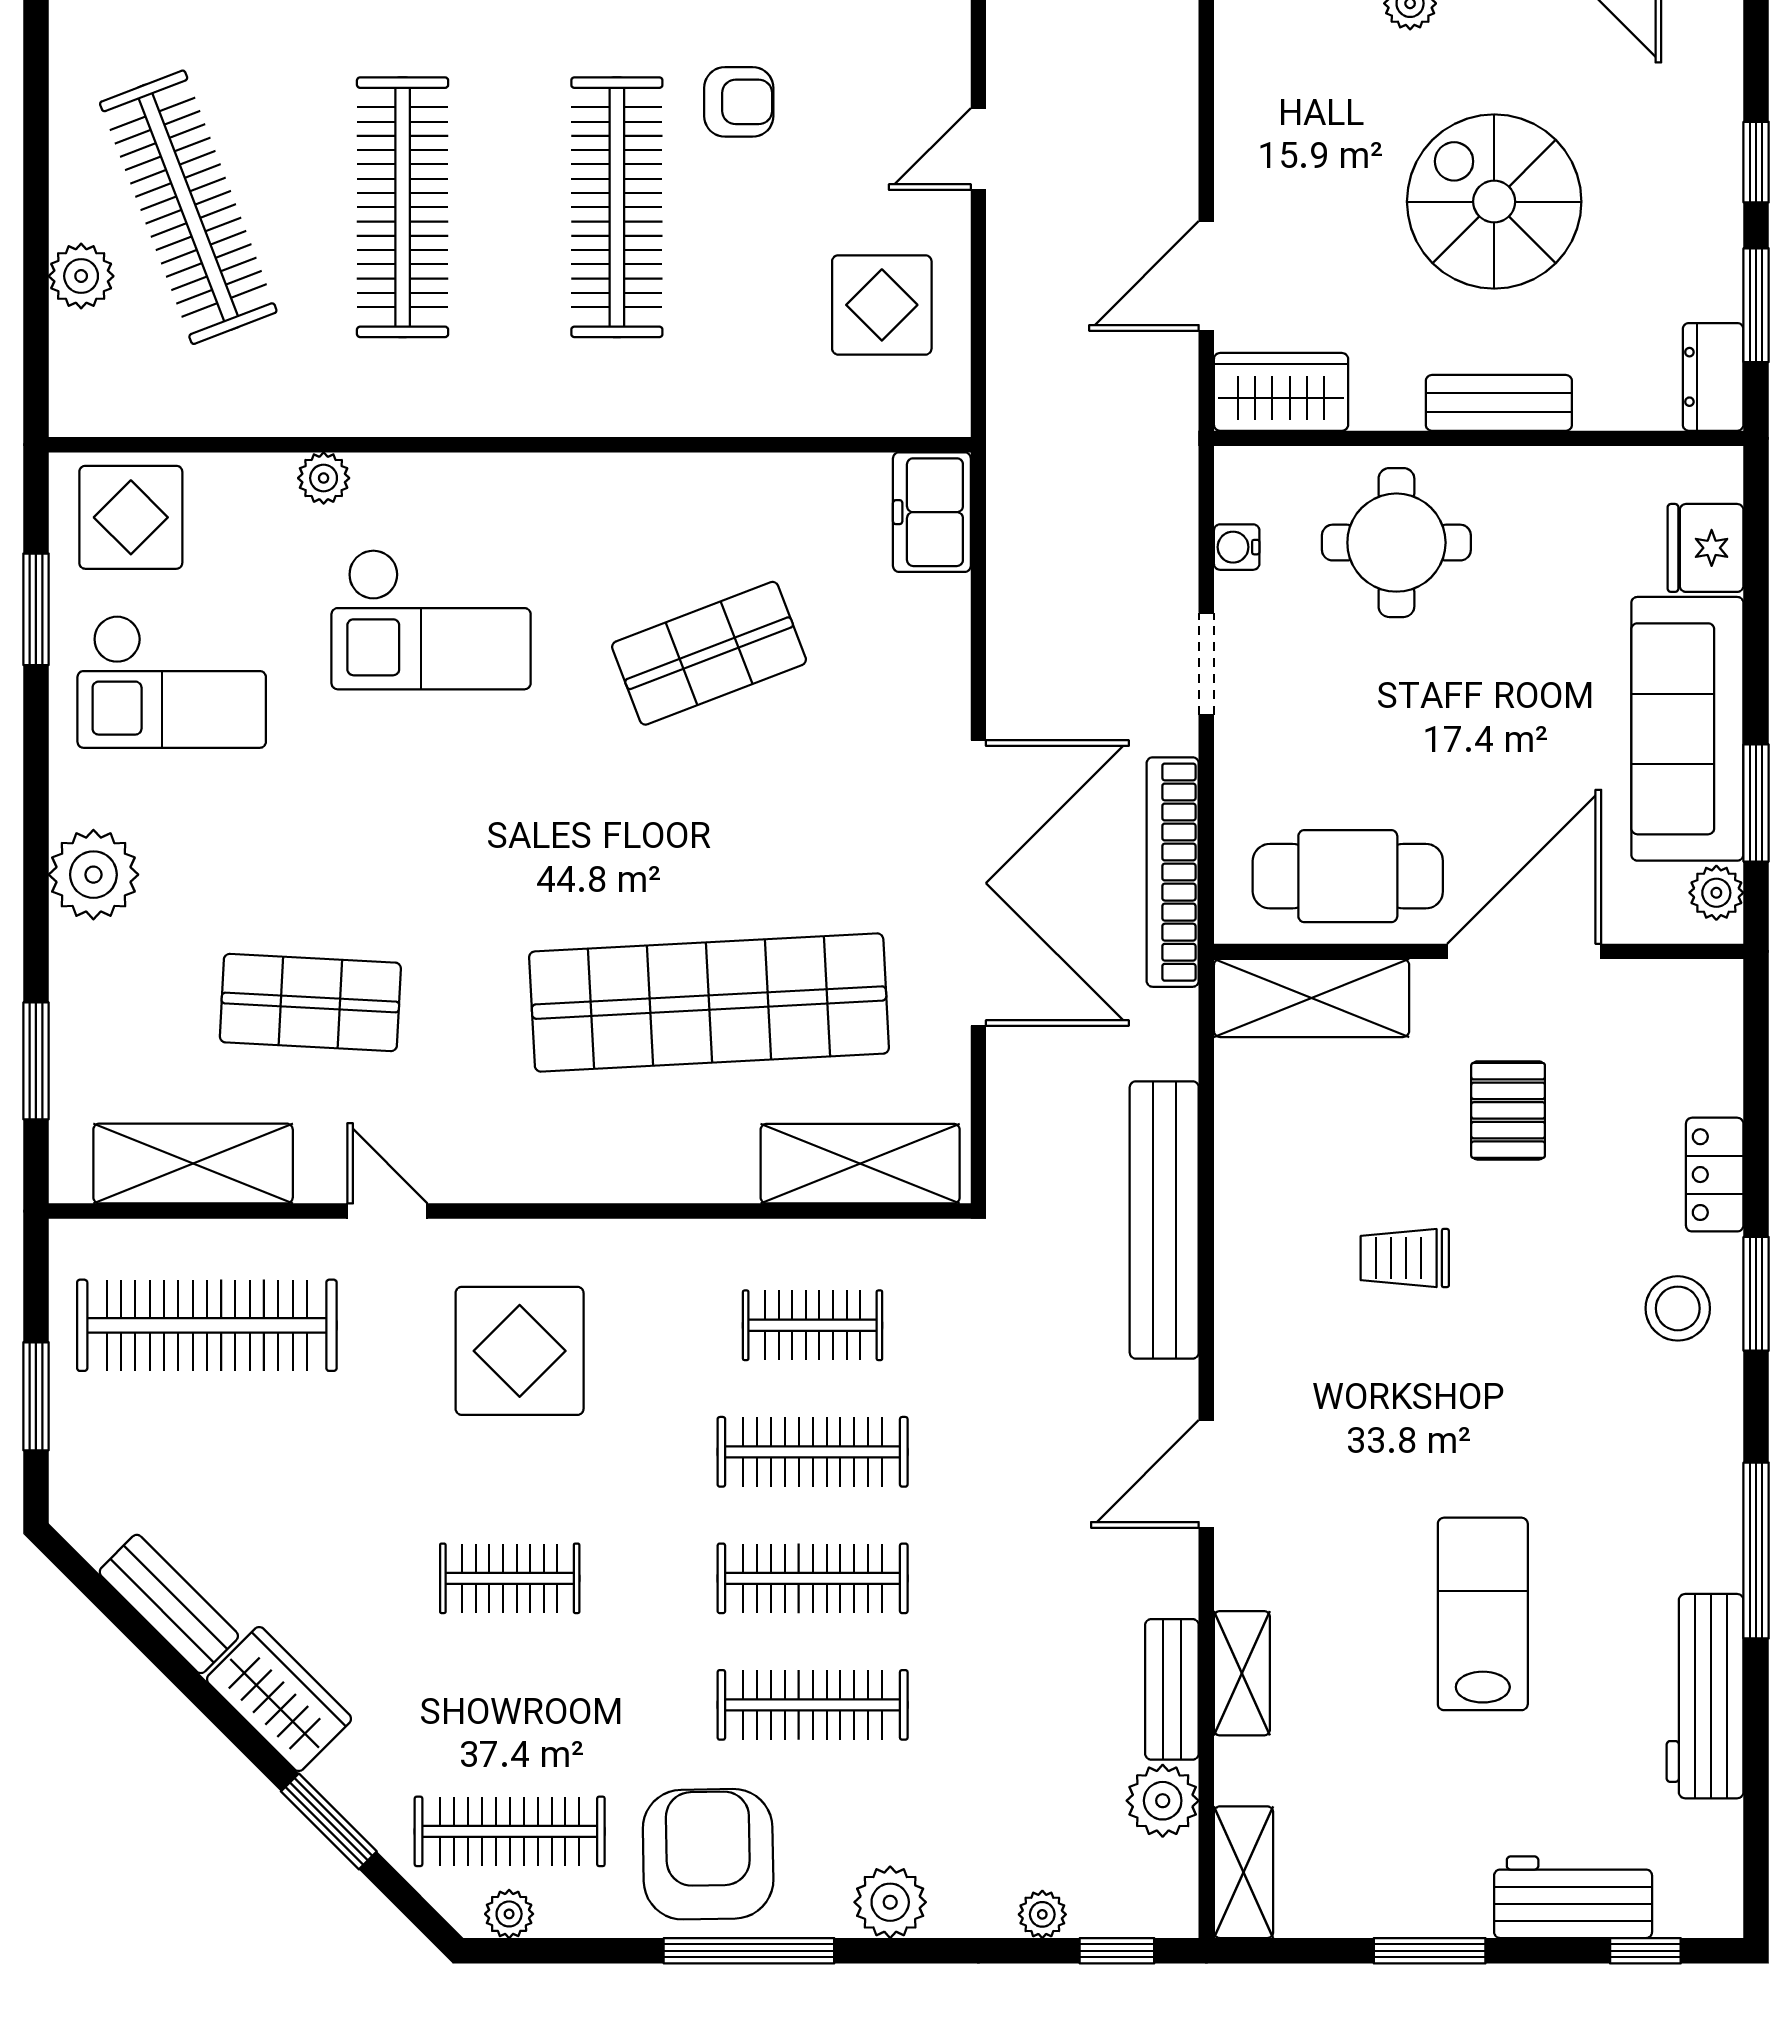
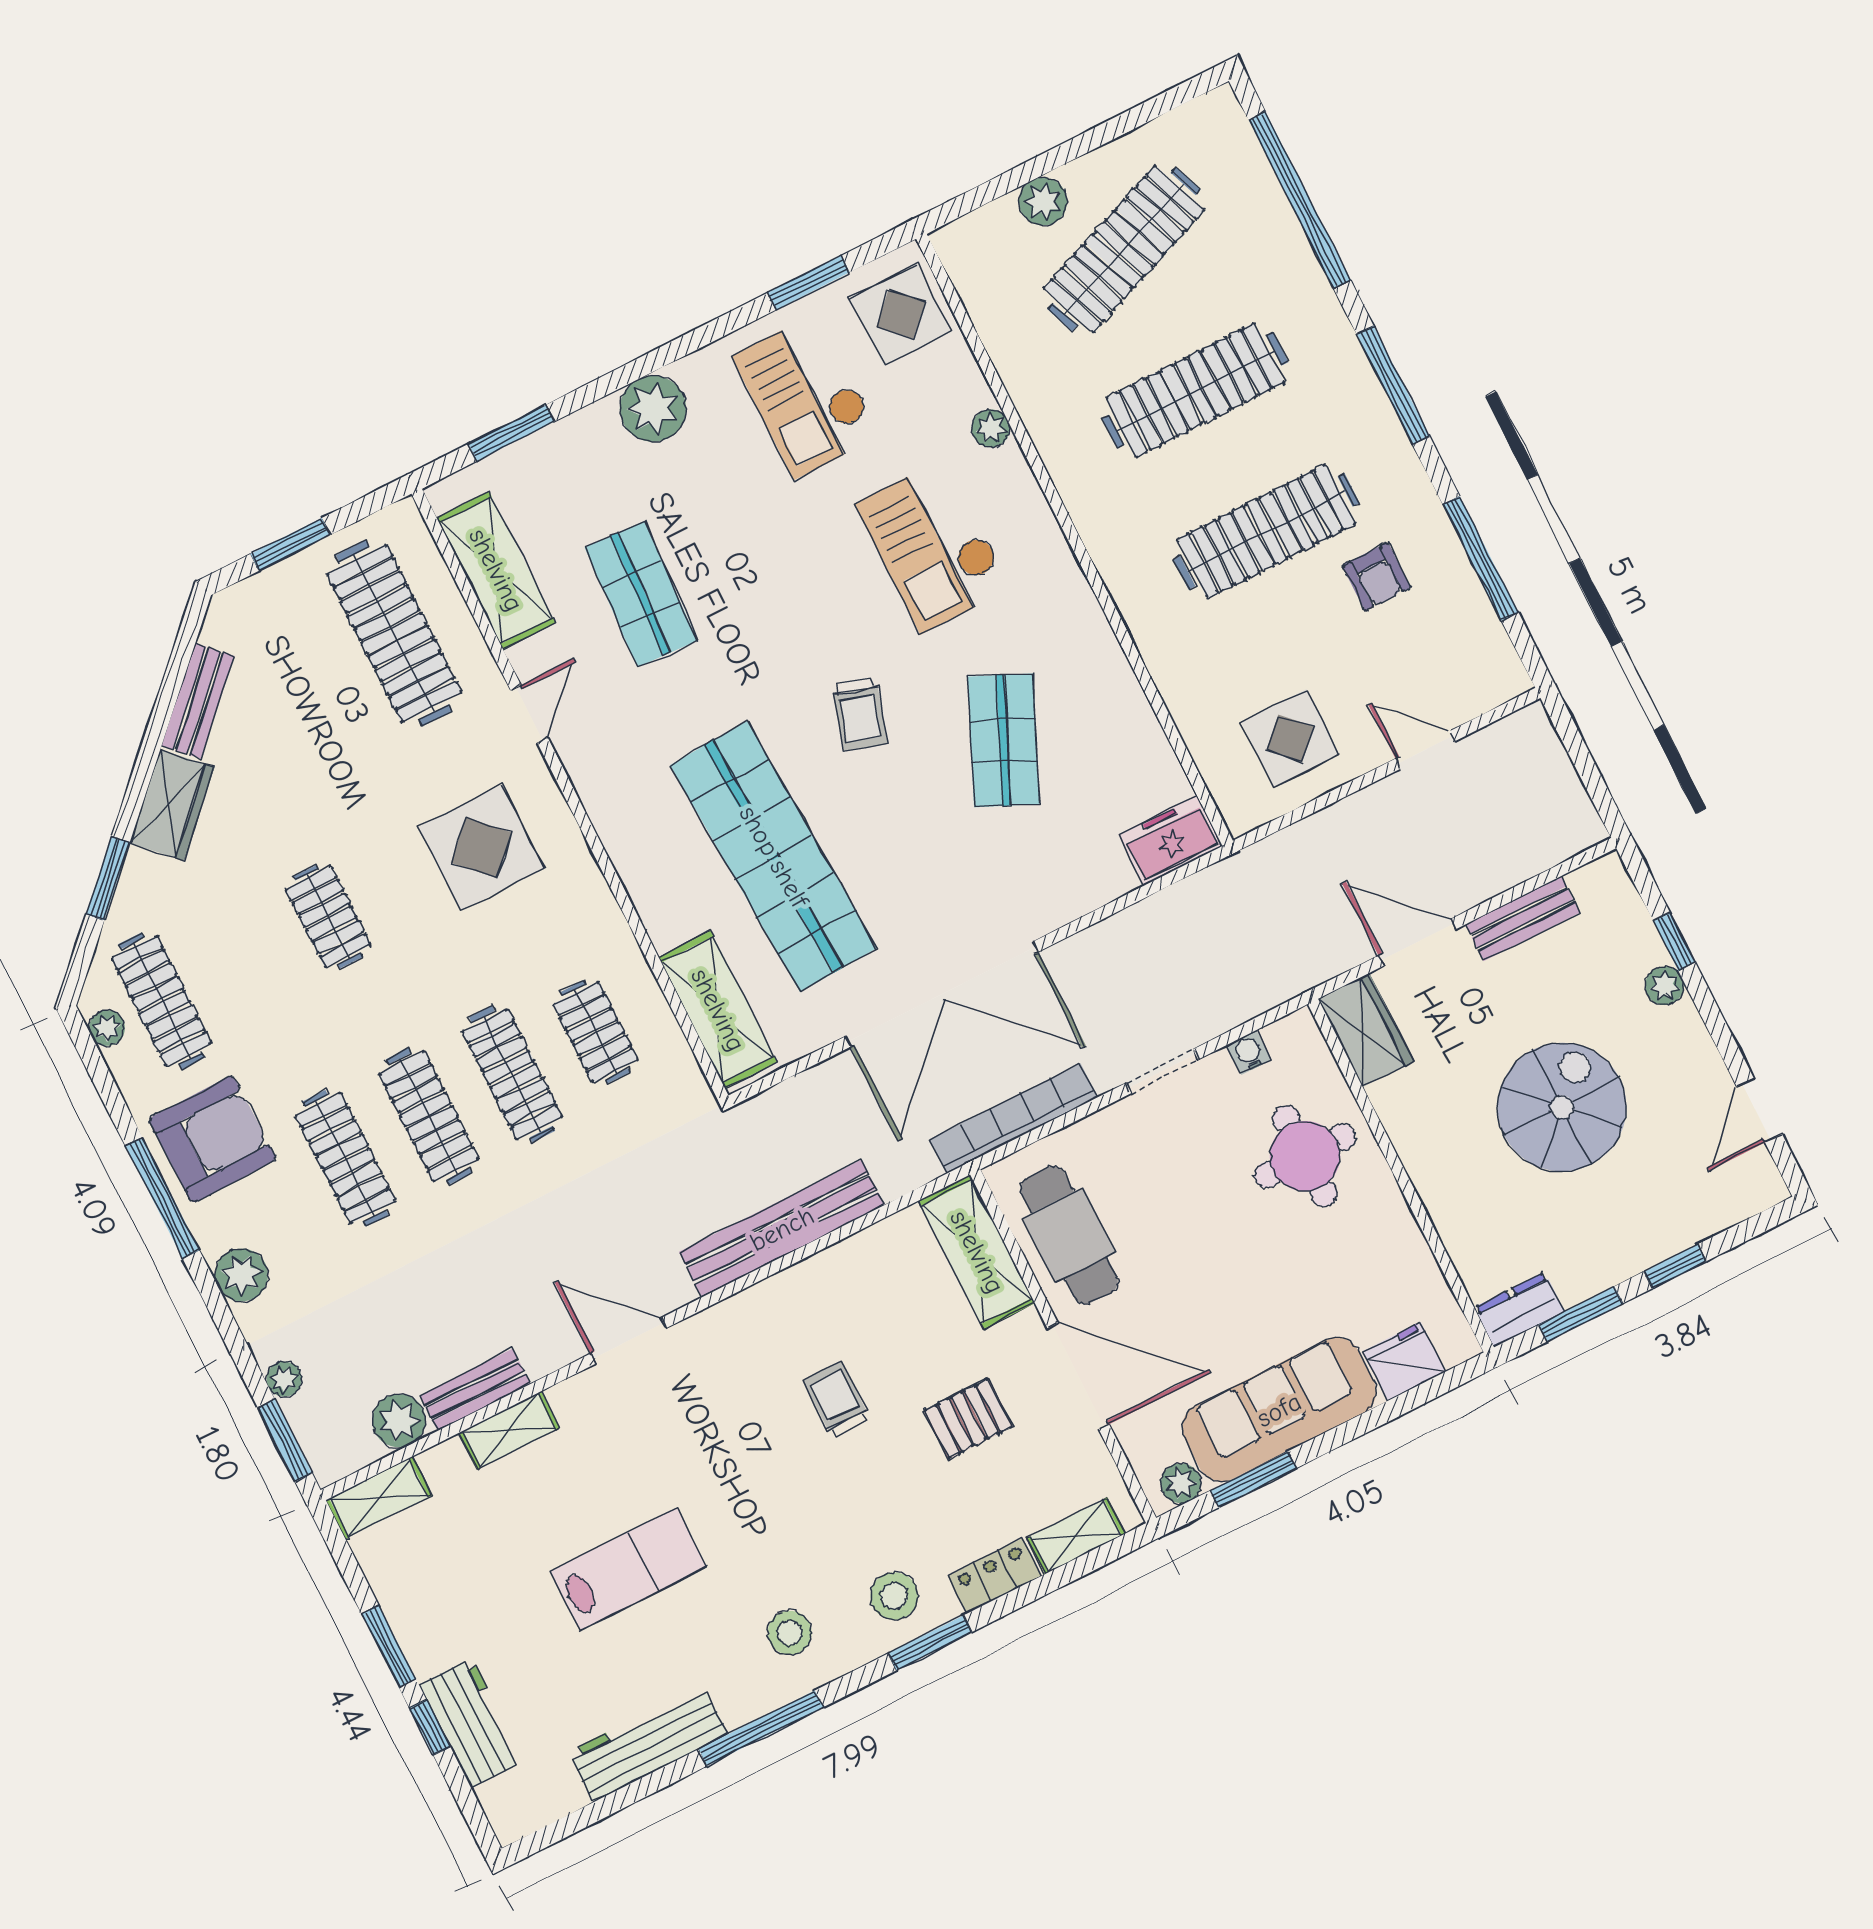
bench: (1499, 403) -> (1522, 919), moved, turned 90
shop shelf: (709, 653) -> (1003, 740), turned 45
trolley: (589, 811) -> (860, 714), added
shelving: (1716, 1052) -> (1076, 1536), added
stool: (1658, 1457) -> (790, 1633), added
window: (1117, 1951) -> (285, 1440), width x1.50
window: (1645, 1951) -> (430, 1727), moved

